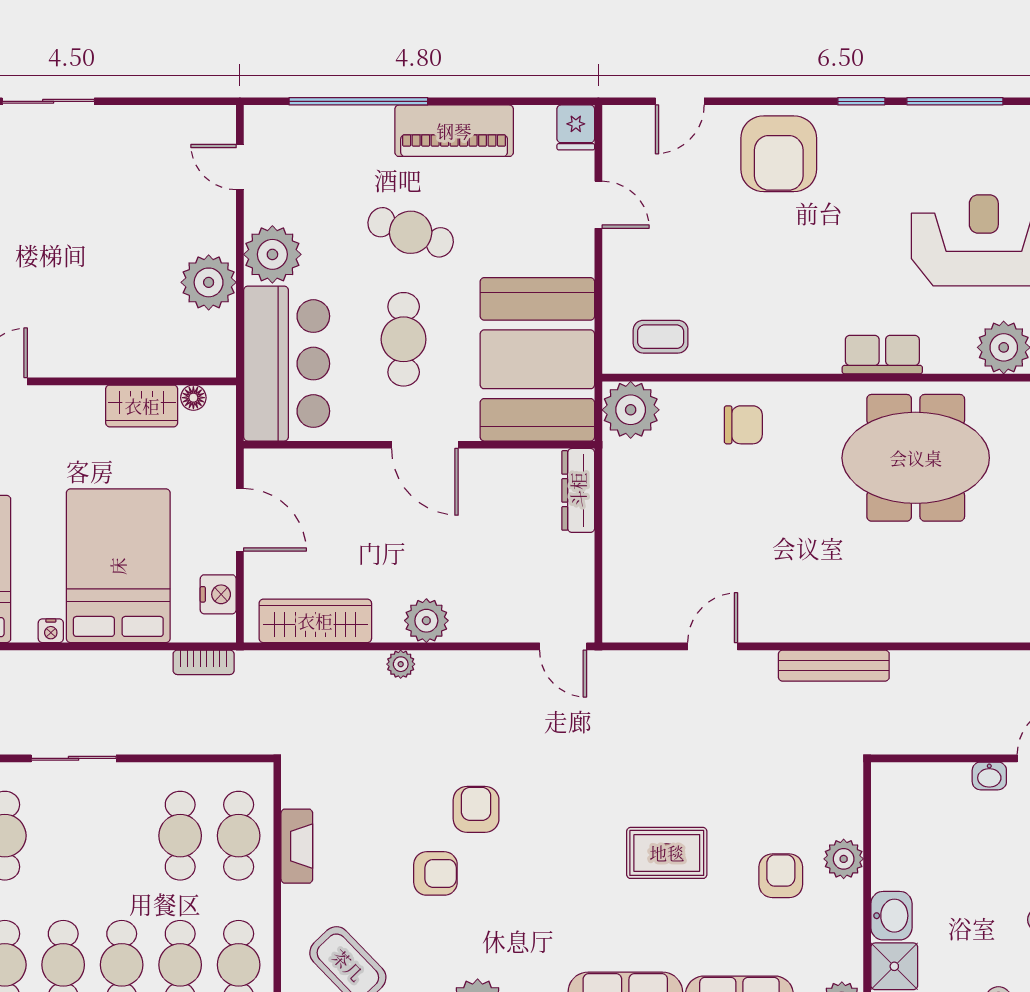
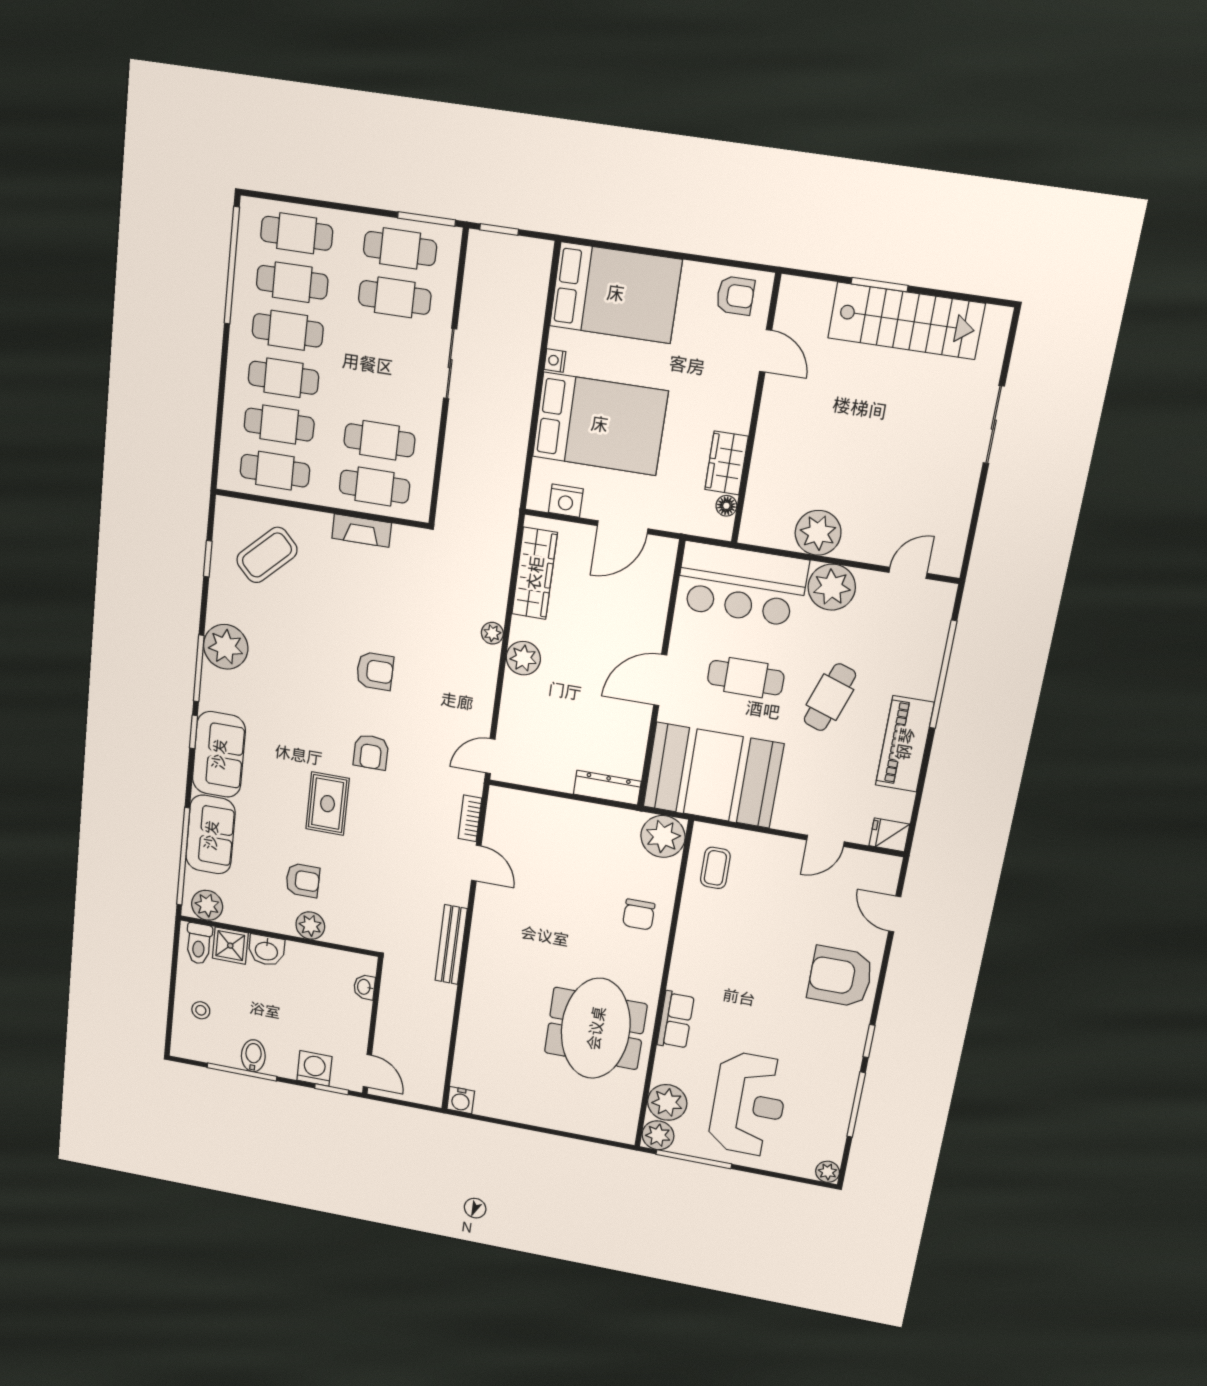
bookcase: (204, 662) -> (470, 818), moved
washbasin: (989, 776) -> (364, 987), moved
armchair: (435, 873) -> (371, 752), moved

